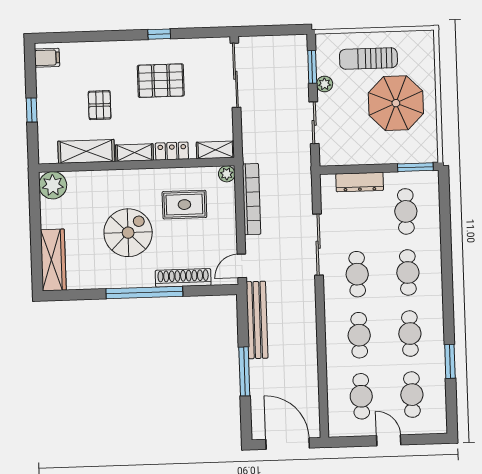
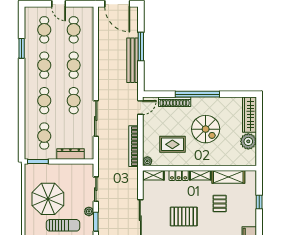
plant: (53, 185) -> (248, 141), moved
spiral stairs: (128, 233) -> (206, 129), turned -90
bench: (257, 320) -> (133, 60), moved

